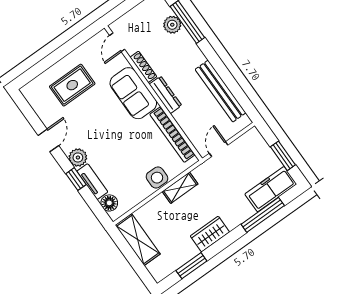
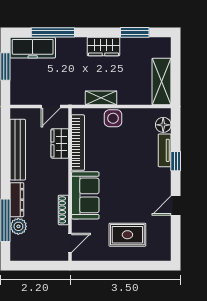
dresser: (165, 95) -> (17, 200), moved, turned 180
wardrobe: (188, 123) -> (60, 143), added
plant: (78, 157) -> (162, 177), removed

